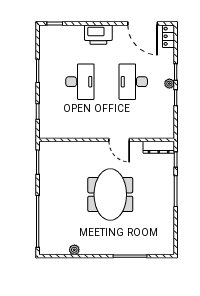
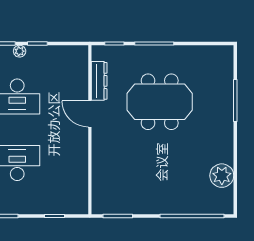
door: (119, 140) -> (90, 114), swing flipped
dresser: (159, 147) -> (99, 81), moved
meeting table: (110, 195) -> (160, 102), moved
plant: (74, 250) -> (222, 176), width x1.88, depth x1.88

